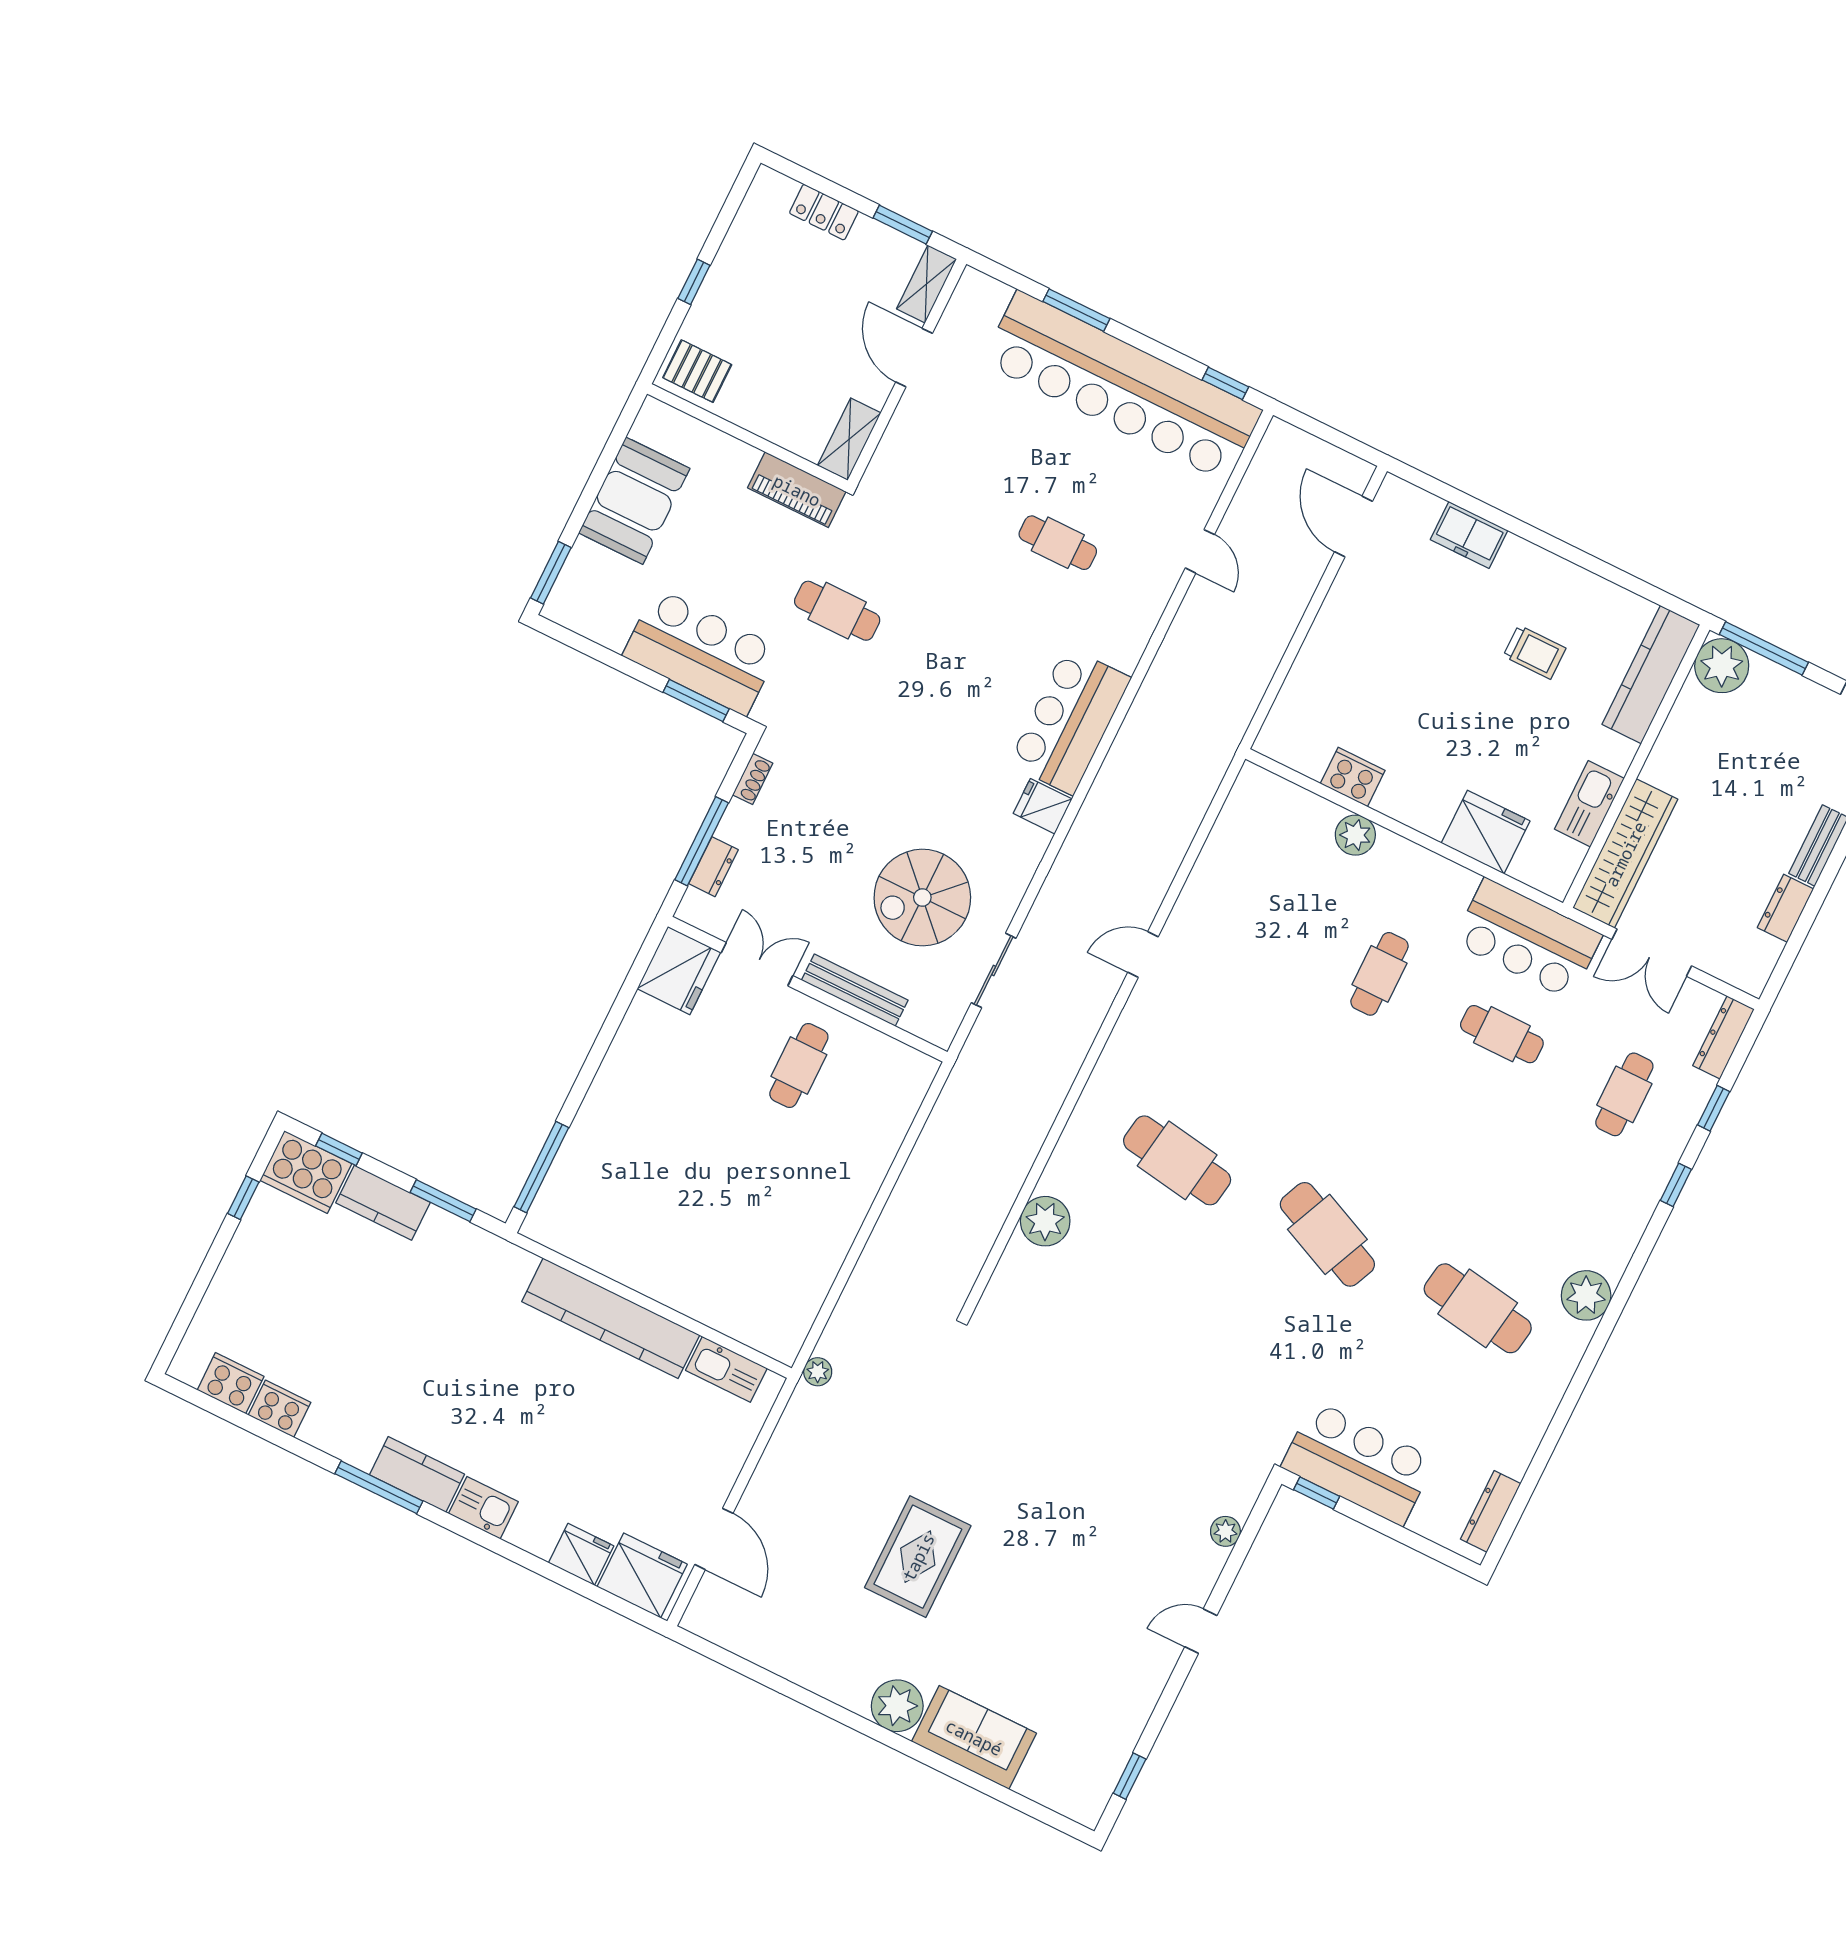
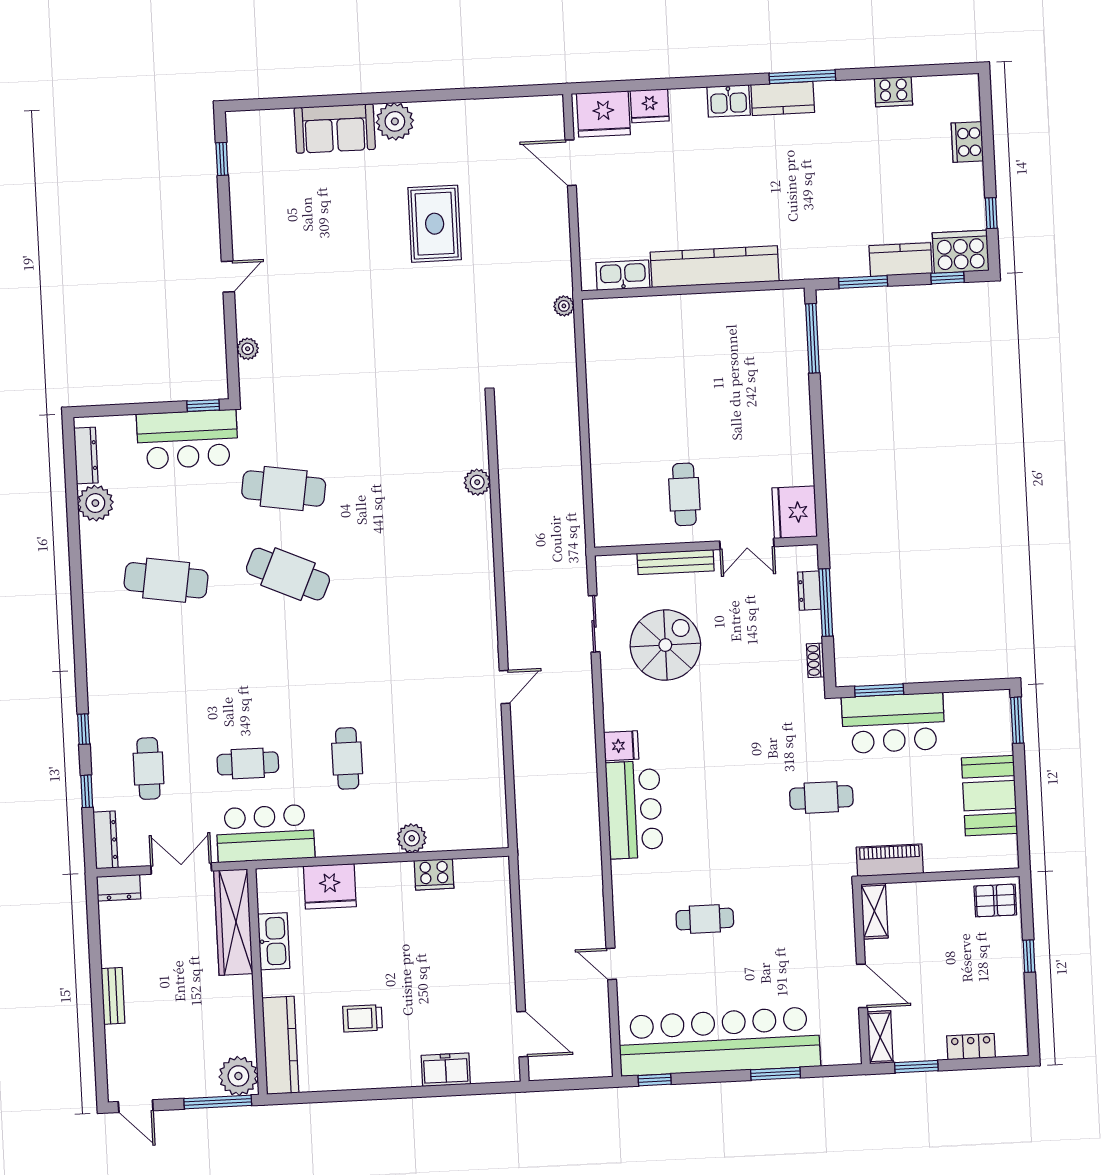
dresser: (1785, 908) -> (119, 888), moved, turned 90
cafe table: (1177, 1160) -> (284, 488), moved
plant: (1045, 1221) -> (477, 482), width x0.73, depth x0.73
plant: (1586, 1295) -> (95, 503), moved
cooker: (231, 1383) -> (967, 142), moved, turned 90

